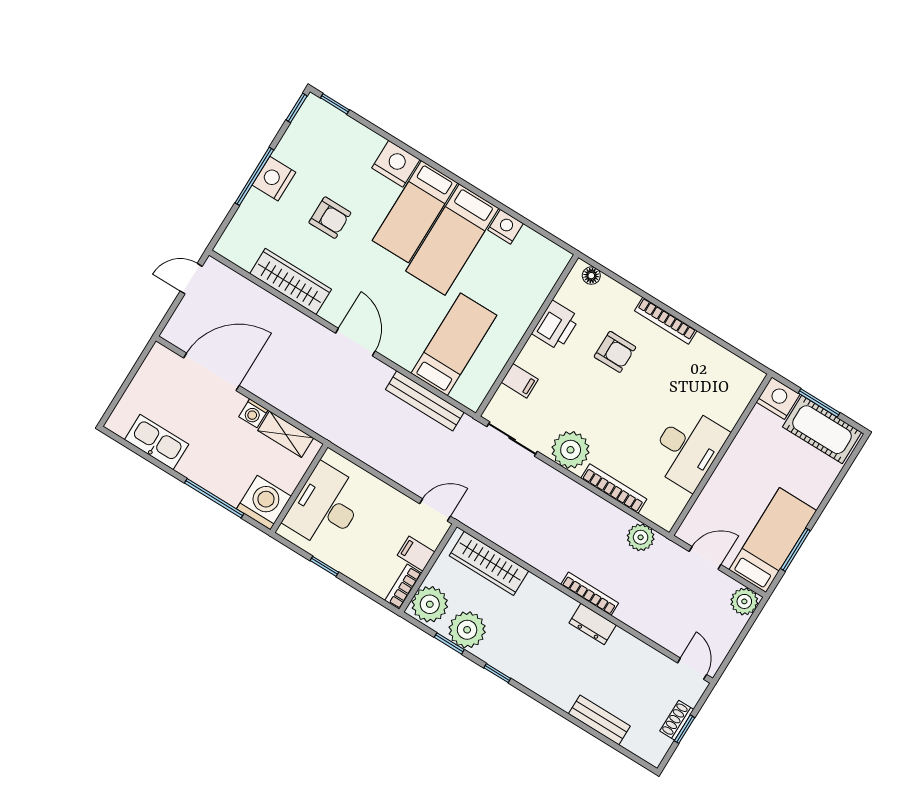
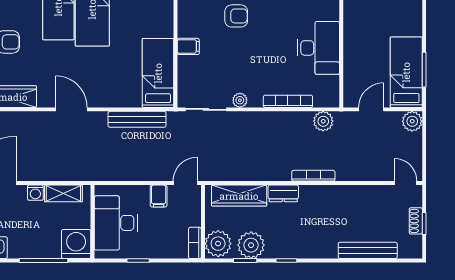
printer: (556, 325) -> (189, 22), removed
bed: (454, 344) -> (158, 73), moved
filing cabinet: (520, 381) -> (188, 46), moved
plant: (571, 450) -> (240, 100), width x0.53, depth x0.53
filing cabinet: (416, 554) -> (159, 196), moved, turned -90
dresser: (593, 624) -> (283, 193), moved
bench: (599, 720) -> (368, 250), width x1.36

